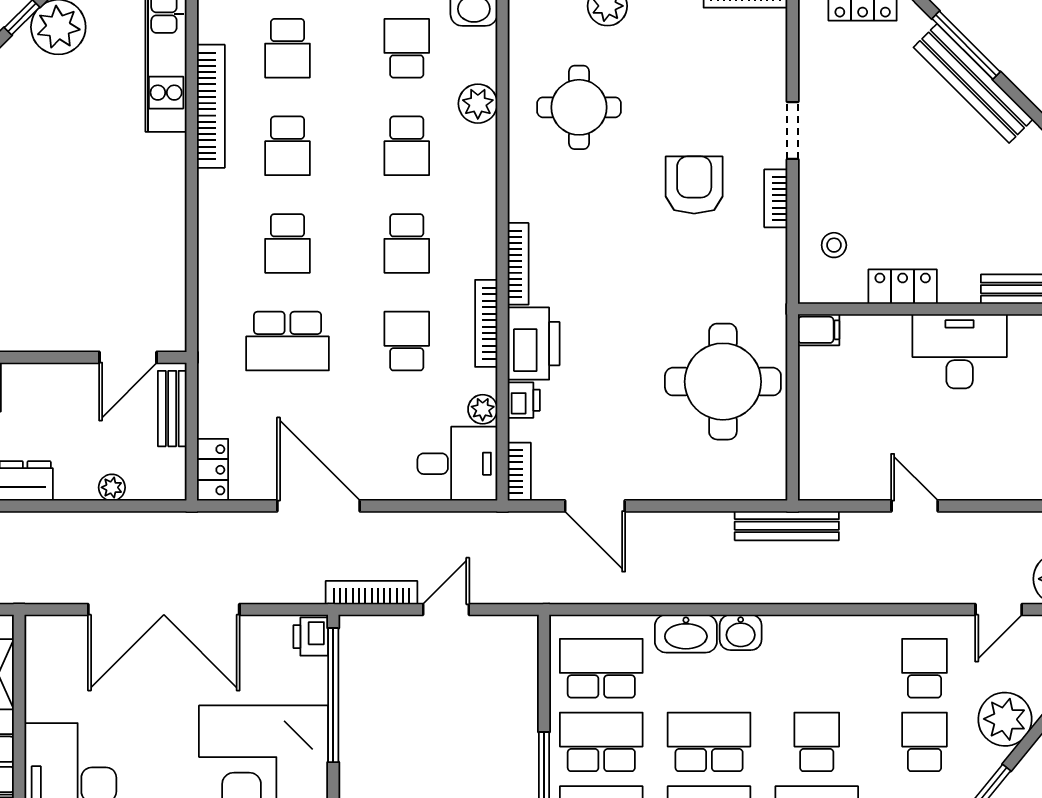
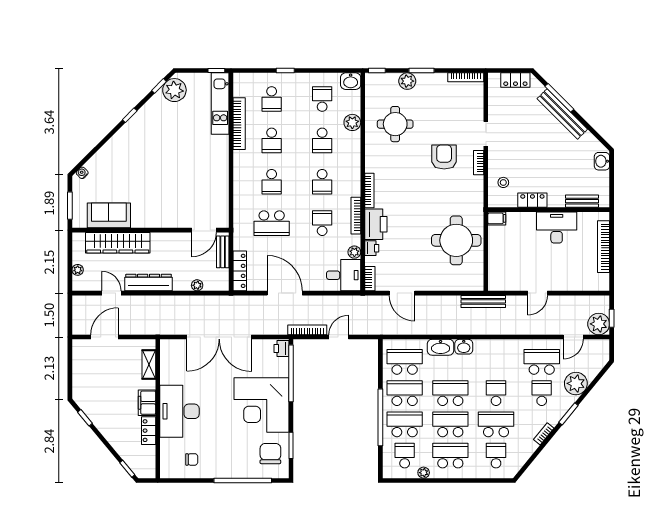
locker: (213, 470) -> (240, 271), width x1.53
door: (915, 506) -> (537, 293), swing flipped
school desk: (924, 668) -> (542, 362), width x1.85

